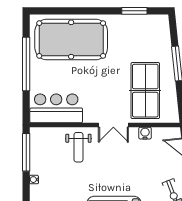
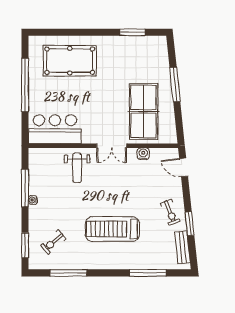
pool table: (71, 40) -> (70, 61), width x0.73, depth x0.76
window: (26, 152) -> (25, 188), moved

